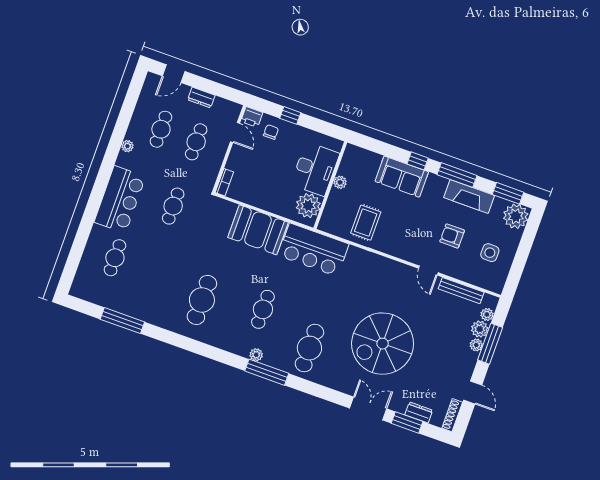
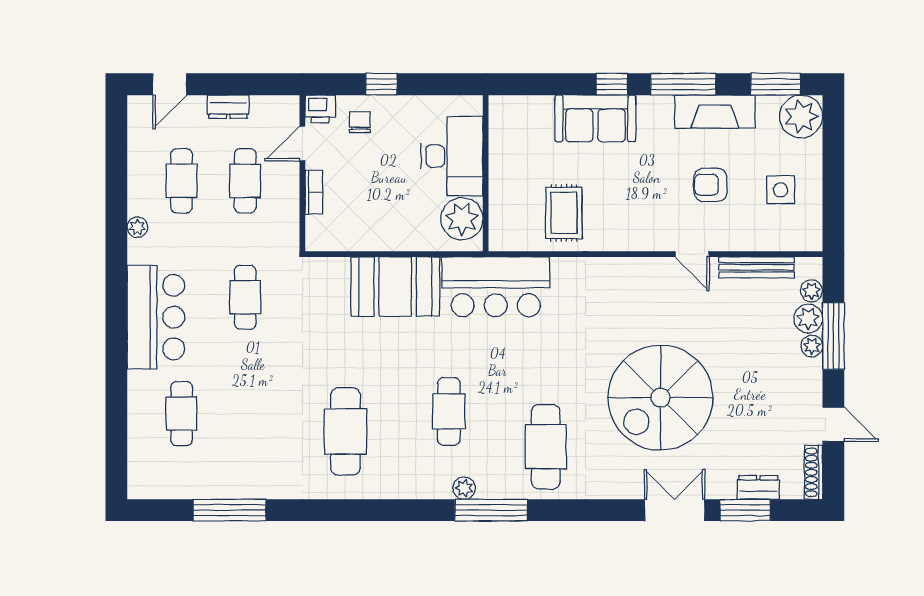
door: (235, 132) -> (302, 143), swing flipped
bookcase: (224, 182) -> (314, 192), moved
plant: (340, 182) -> (500, 163), removed

